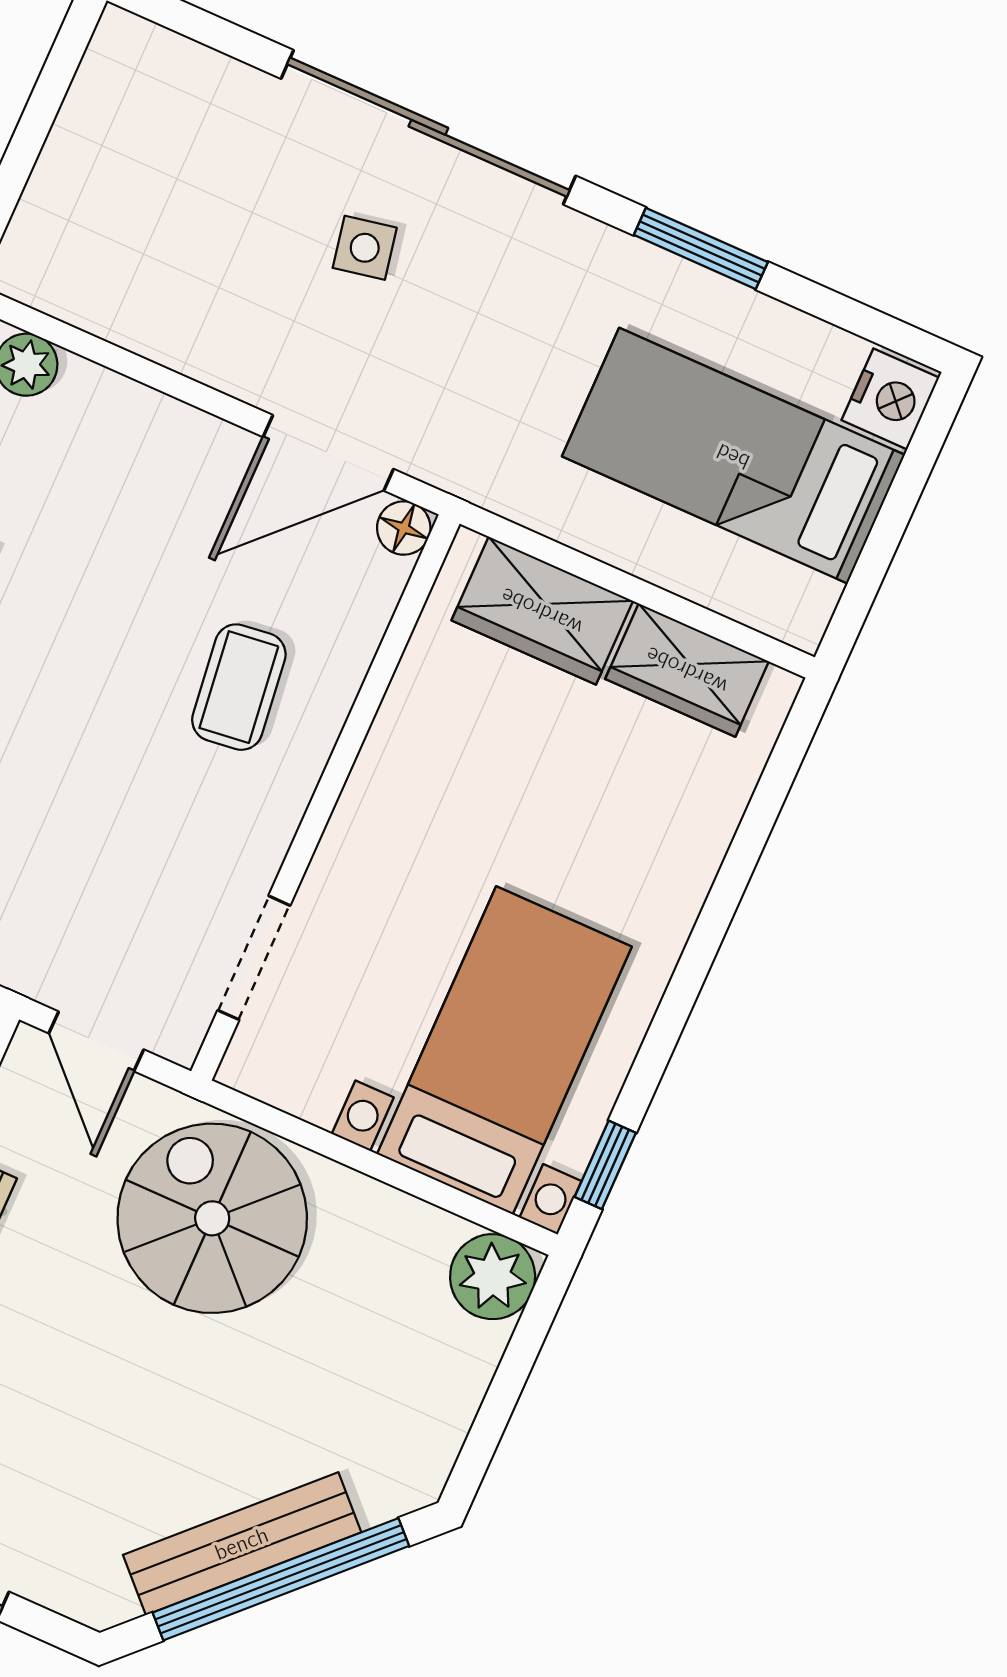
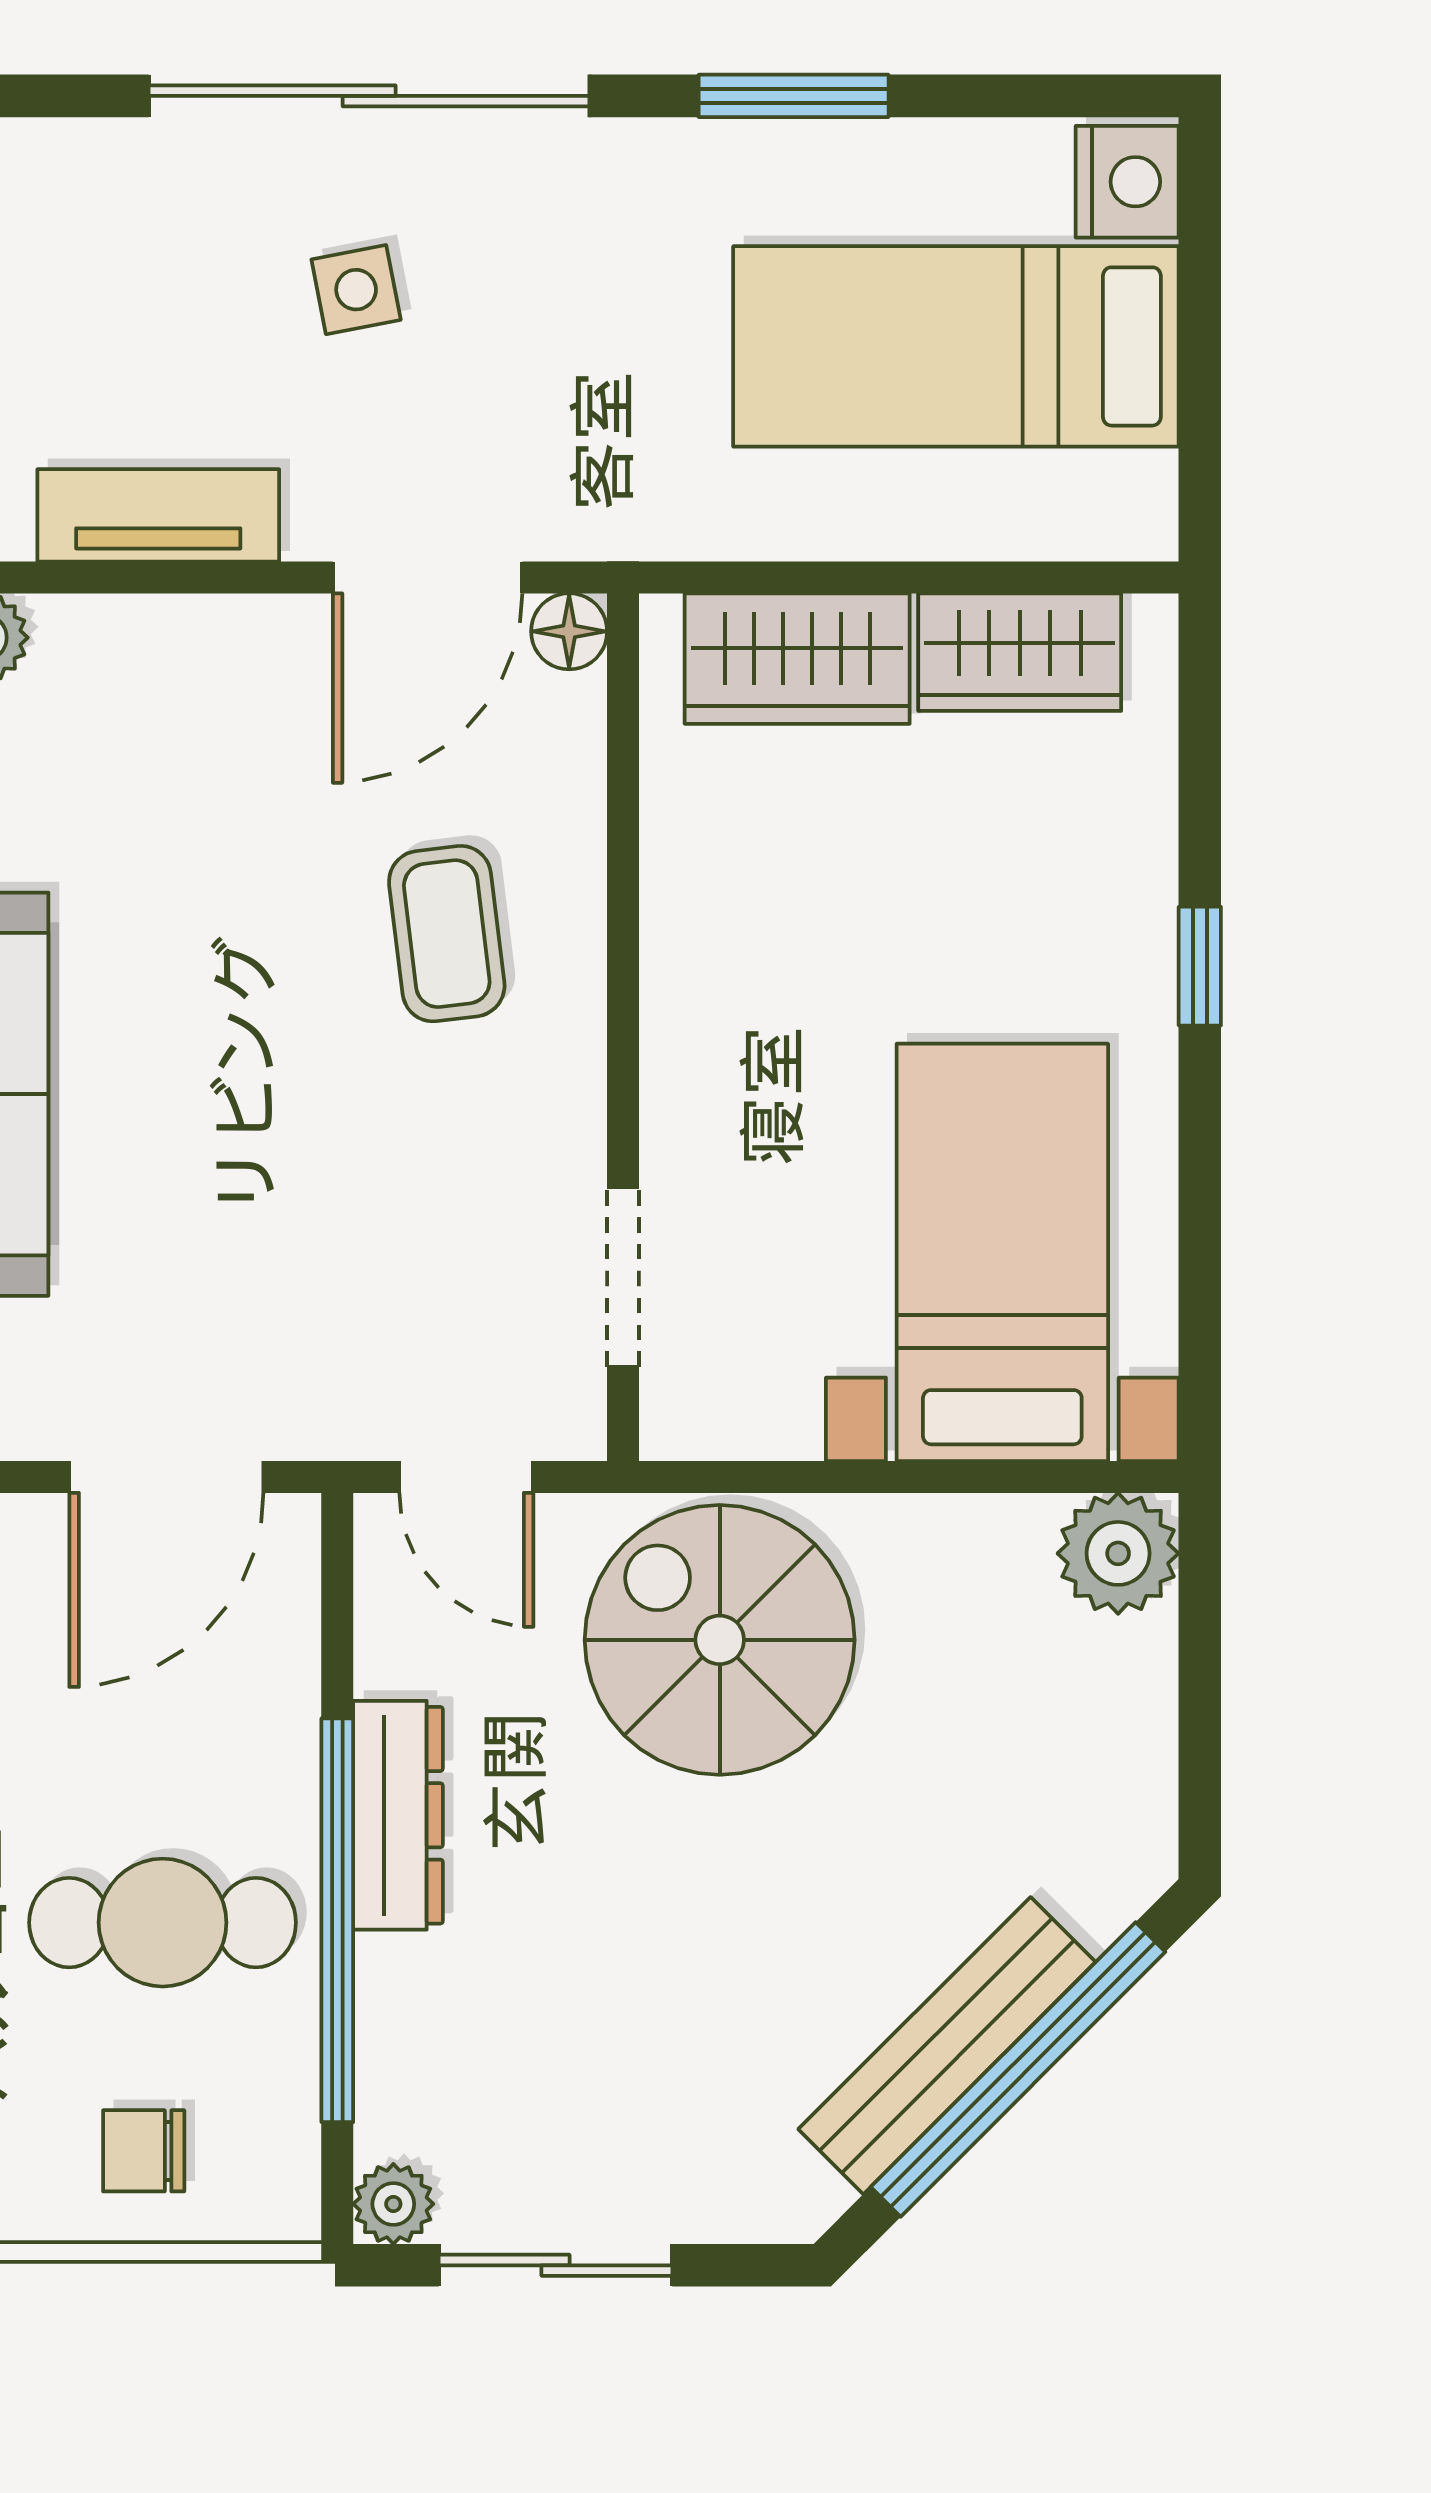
tv unit: (173, 336) -> (158, 515), added
window: (605, 1165) -> (1200, 966), moved

